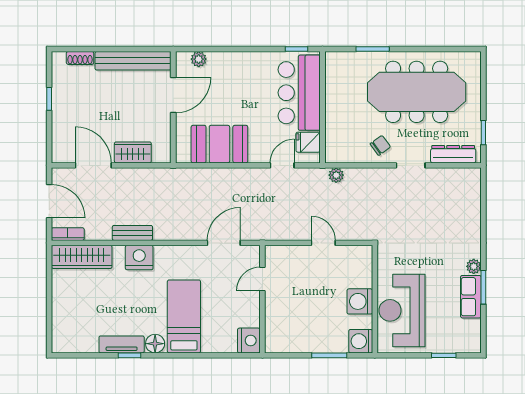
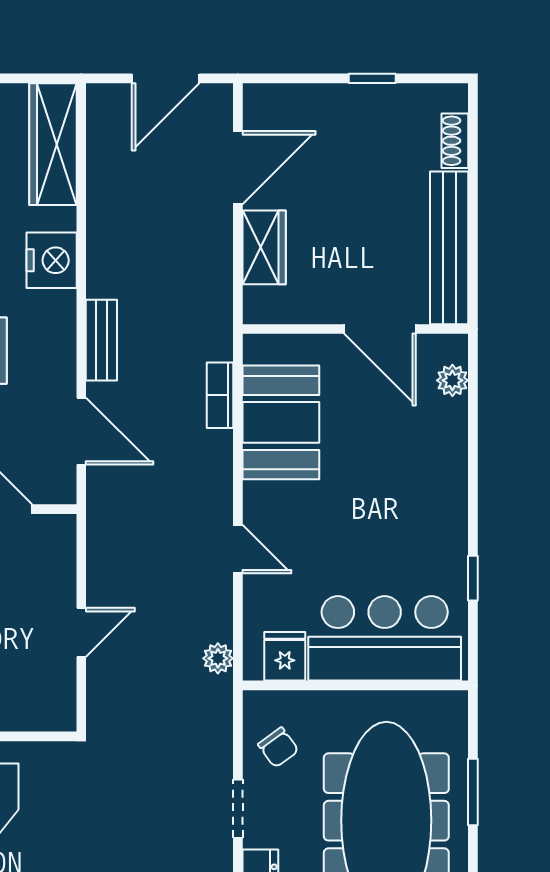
window: (373, 49) -> (473, 792), moved
bar counter: (299, 93) -> (385, 638), moved
wall: (322, 107) -> (355, 685), moved
fridge: (308, 142) -> (285, 656), moved
bench: (132, 233) -> (101, 340), moved
bookcase: (68, 234) -> (220, 395), moved, turned 180

